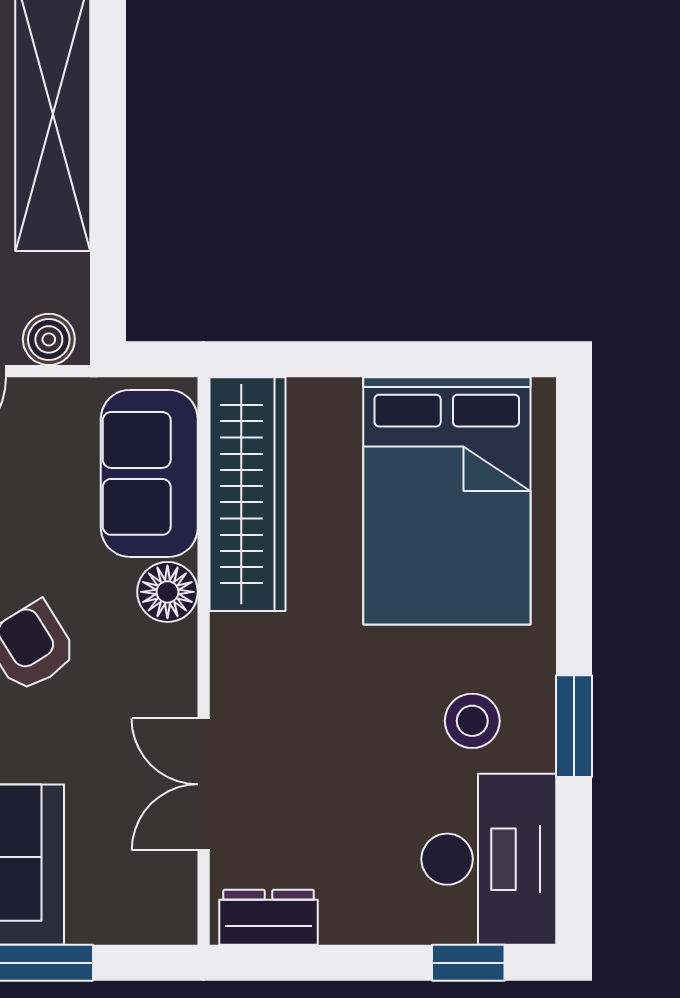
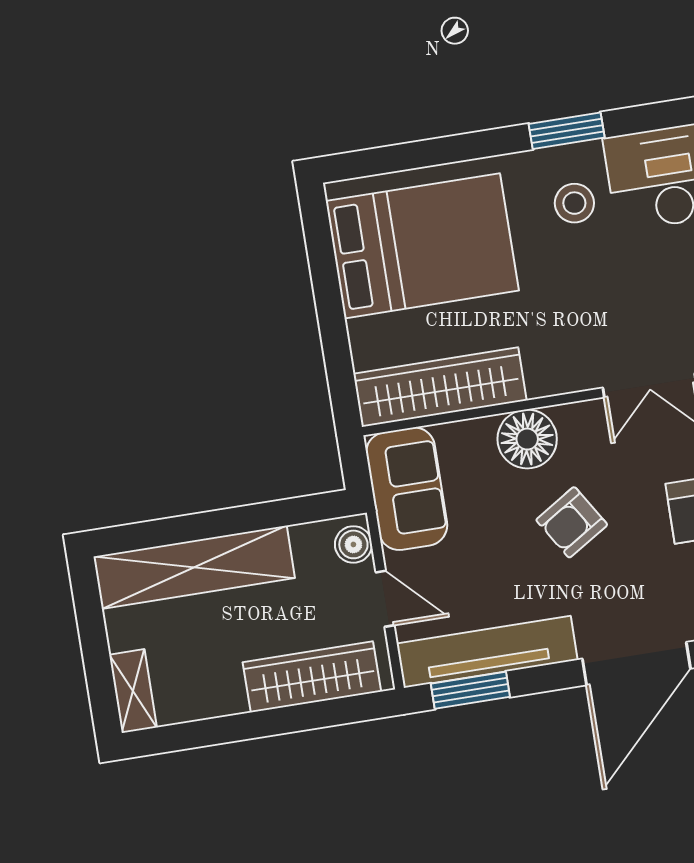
sofa: (149, 473) -> (407, 489), moved, turned -90
floor lamp: (167, 592) -> (527, 439), width x1.38, depth x1.38

